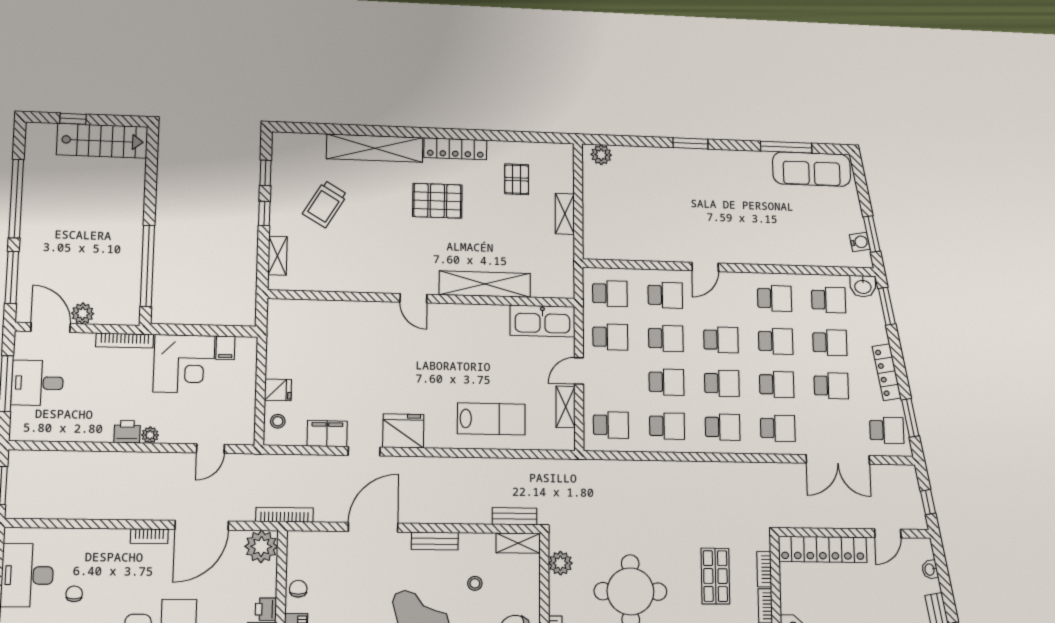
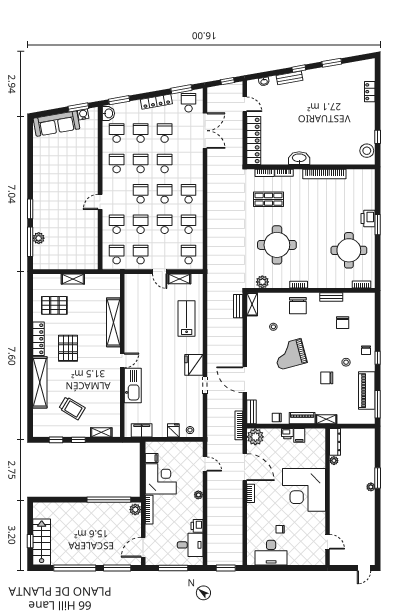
stairs: (102, 141) -> (42, 542), moved
window: (786, 147) -> (30, 242), moved
plant: (601, 155) -> (39, 238), moved
sofa: (812, 169) -> (57, 124), moved, turned 80
pallet: (517, 179) -> (54, 305), width x1.50, depth x1.42
door: (705, 267) -> (100, 202), swing flipped
plant: (83, 313) -> (135, 510), moved
kitchen sink: (542, 321) -> (133, 385), moved
desk: (37, 383) -> (190, 545), moved, turned -90
school desk: (778, 428) -> (189, 163), removed
printer: (127, 432) -> (197, 526), moved
filing cabinet: (327, 434) -> (142, 430), moved, turned 90
bench: (435, 541) -> (252, 412), moved

